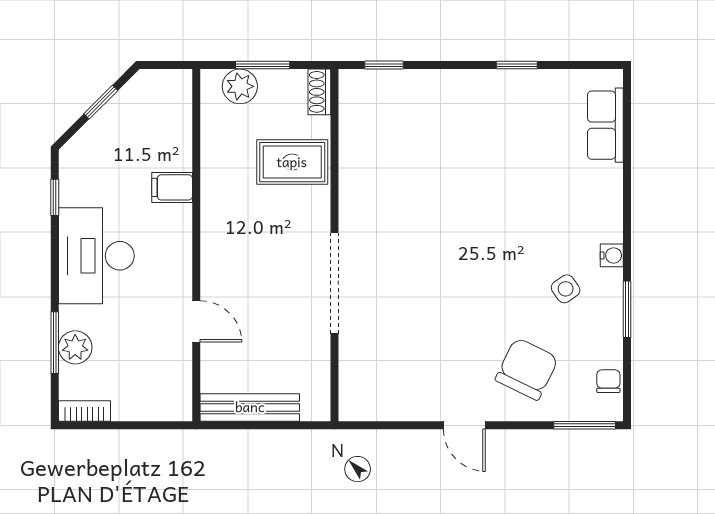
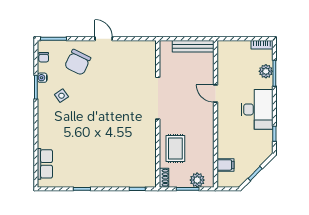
rug: (292, 162) -> (175, 148), turned 90
filing cabinet: (172, 187) -> (225, 165), moved
water cooler: (612, 255) -> (42, 78), moved
door: (196, 321) -> (215, 93), moved

